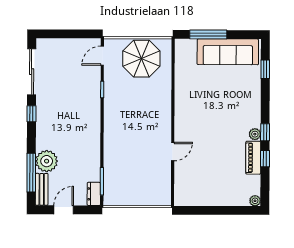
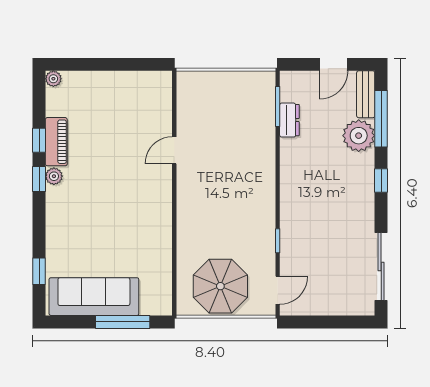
window: (31, 114) -> (381, 181), moved
dresser: (94, 194) -> (289, 120), moved

